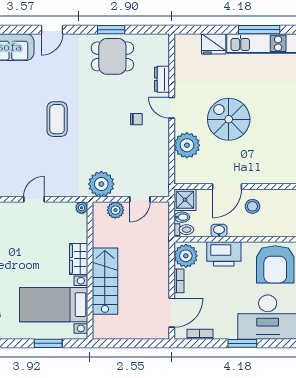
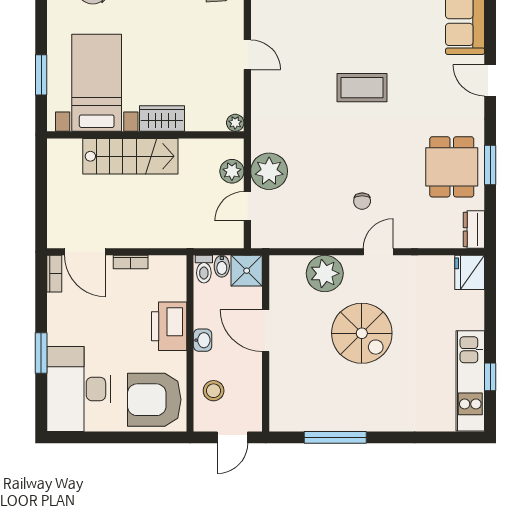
window: (259, 30) -> (490, 377), width x0.46
fridge: (214, 44) -> (470, 272), moved
dresser: (162, 79) -> (474, 229), moved, turned -90
spiral stairs: (229, 119) -> (362, 333), turned 90
plant: (101, 184) -> (269, 171), moved
door: (140, 199) -> (247, 206), hinge flipped
stool: (252, 206) -> (214, 391), moved
washbasin: (219, 231) -> (203, 340), moved
plant: (186, 256) -> (166, 272), removed
bookcase: (200, 334) -> (54, 274), moved

